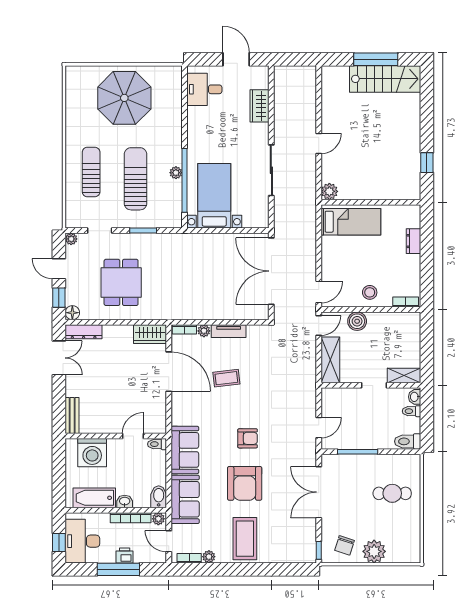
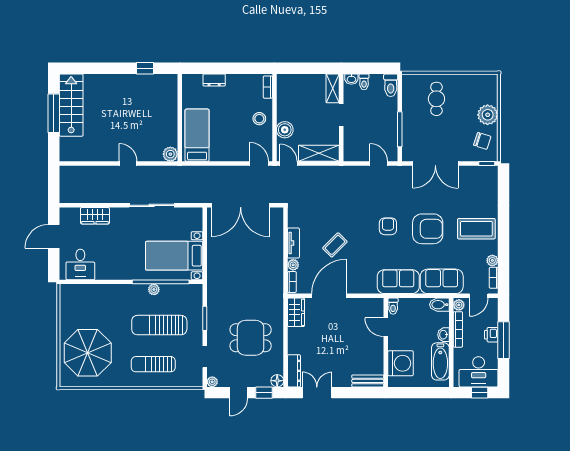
parasol: (124, 98) -> (88, 353), moved
coffee table: (226, 378) -> (335, 245), turned 52

